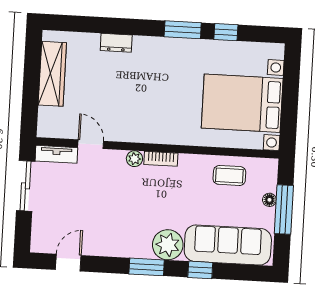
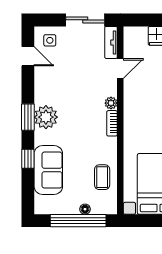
window: (284, 209) -> (78, 221), width x1.46
side table: (49, 233) -> (50, 40), added
plant: (168, 245) -> (46, 117), moved
sofa: (228, 245) -> (48, 170), width x0.73

